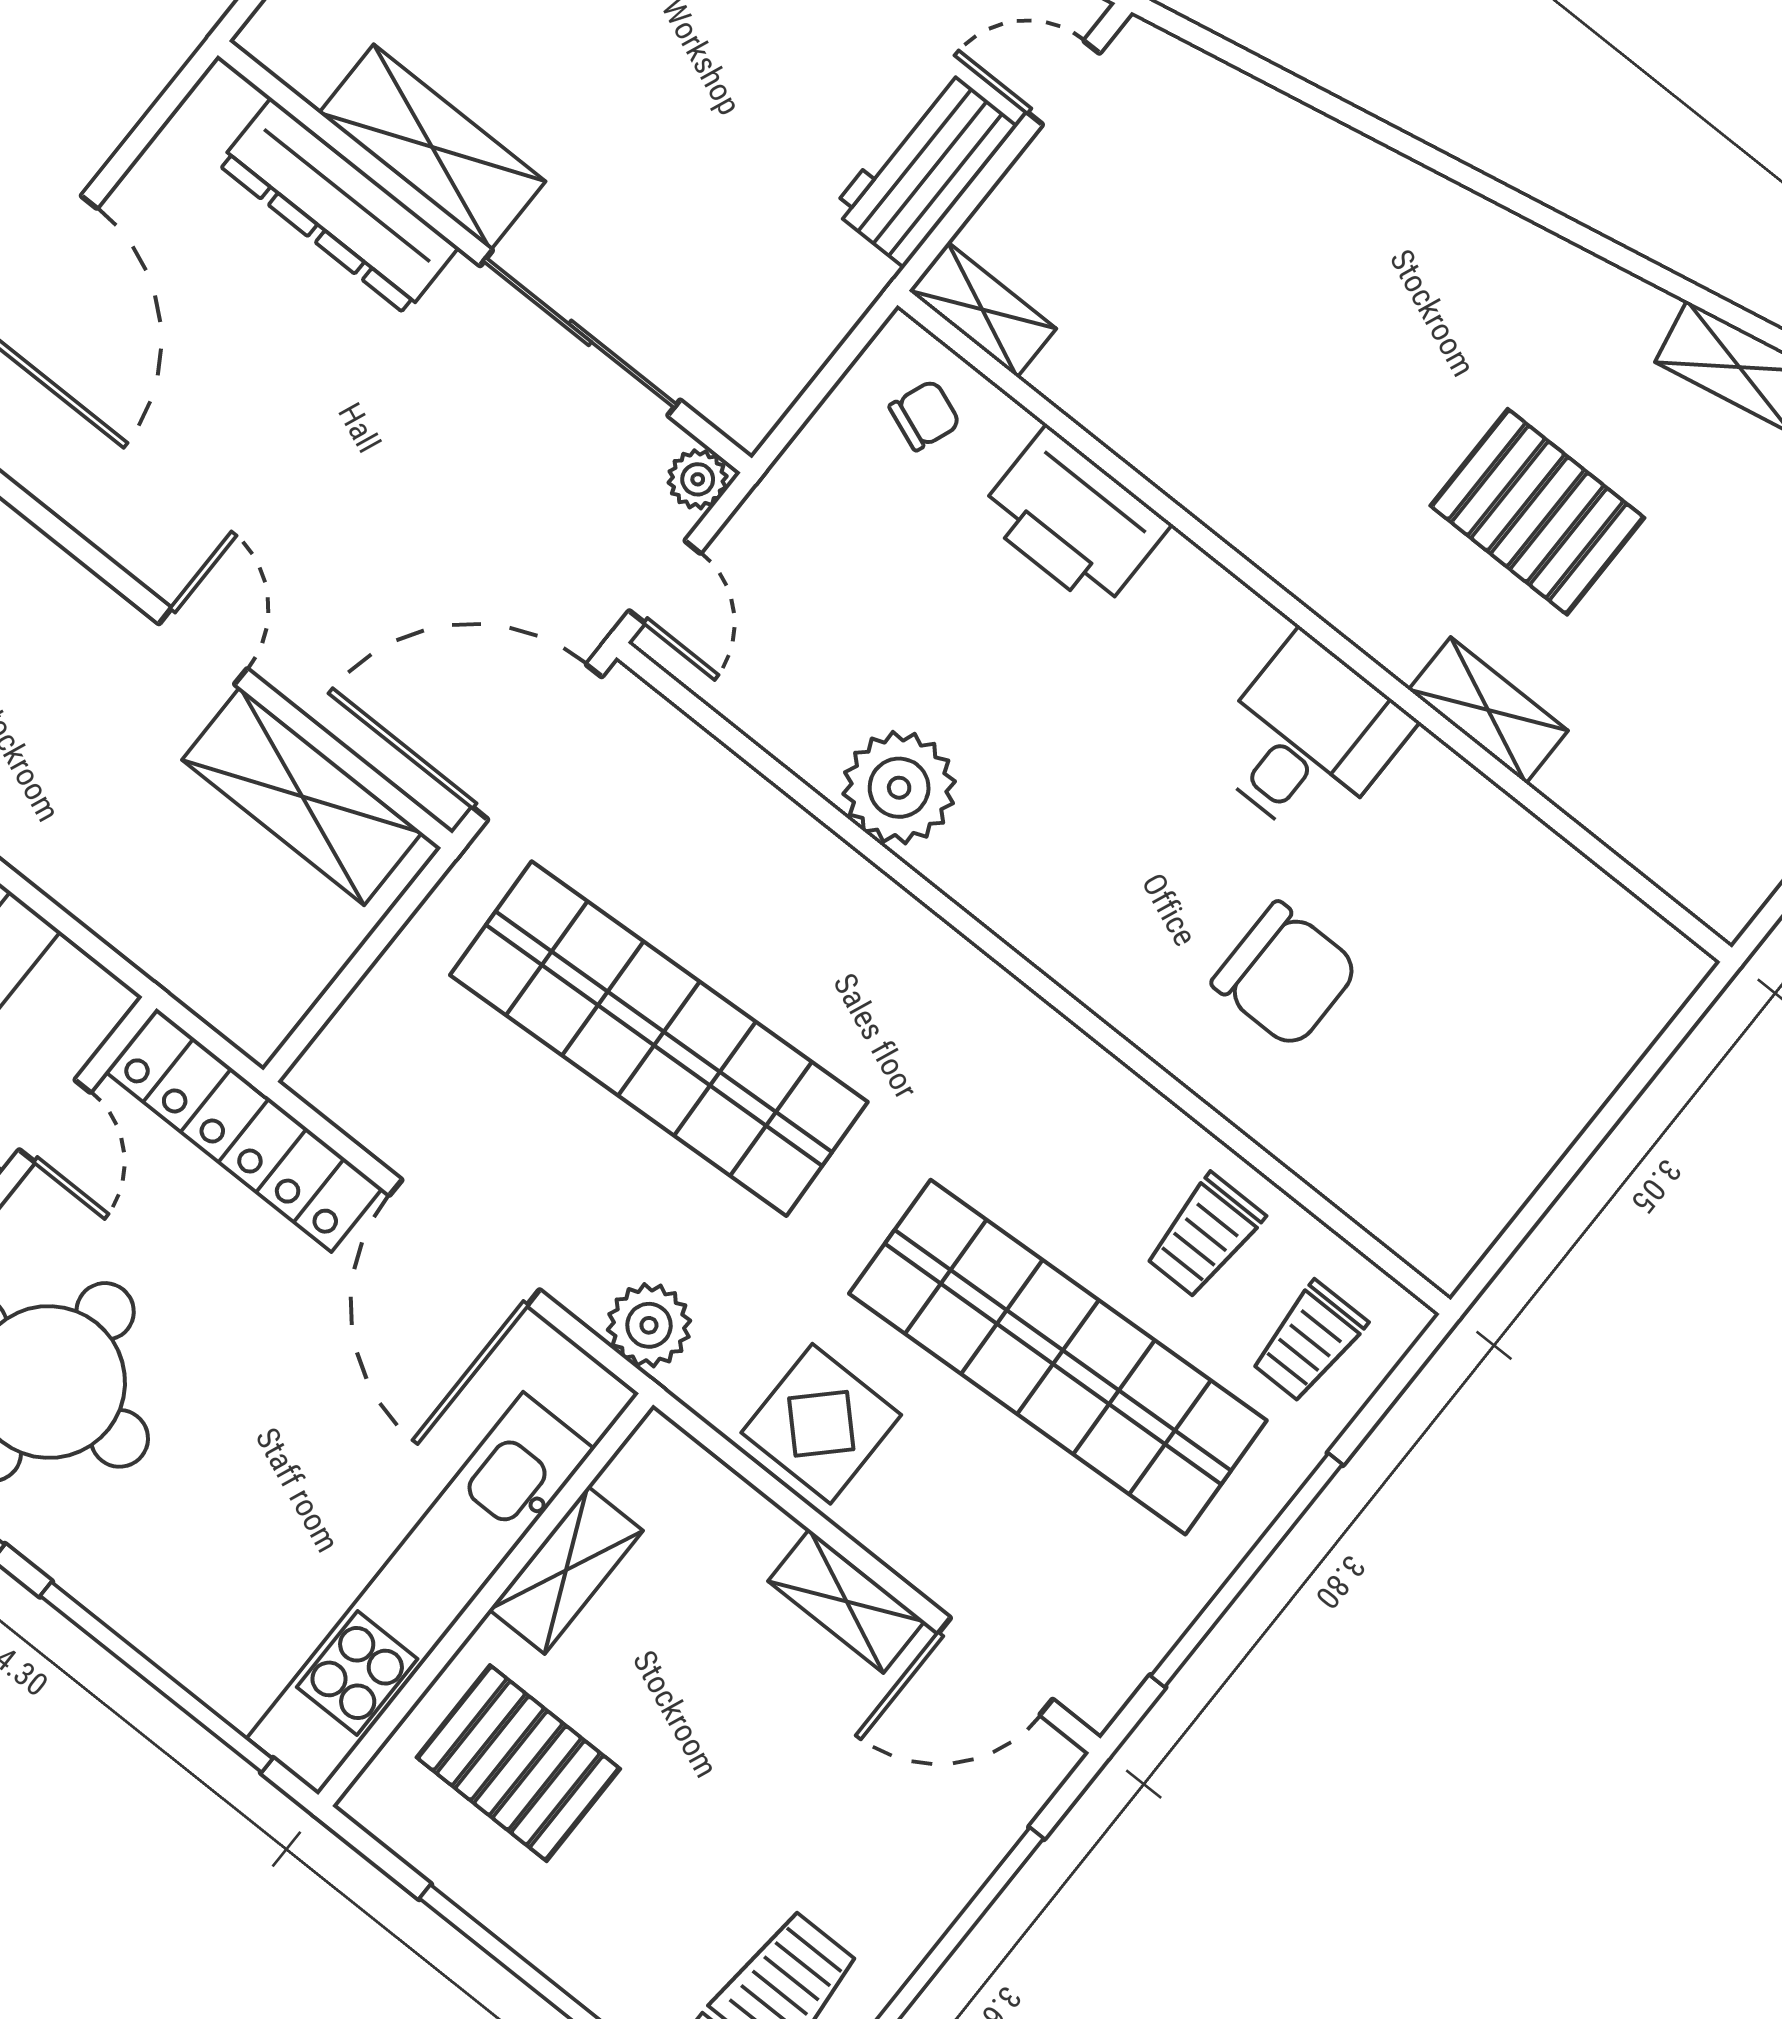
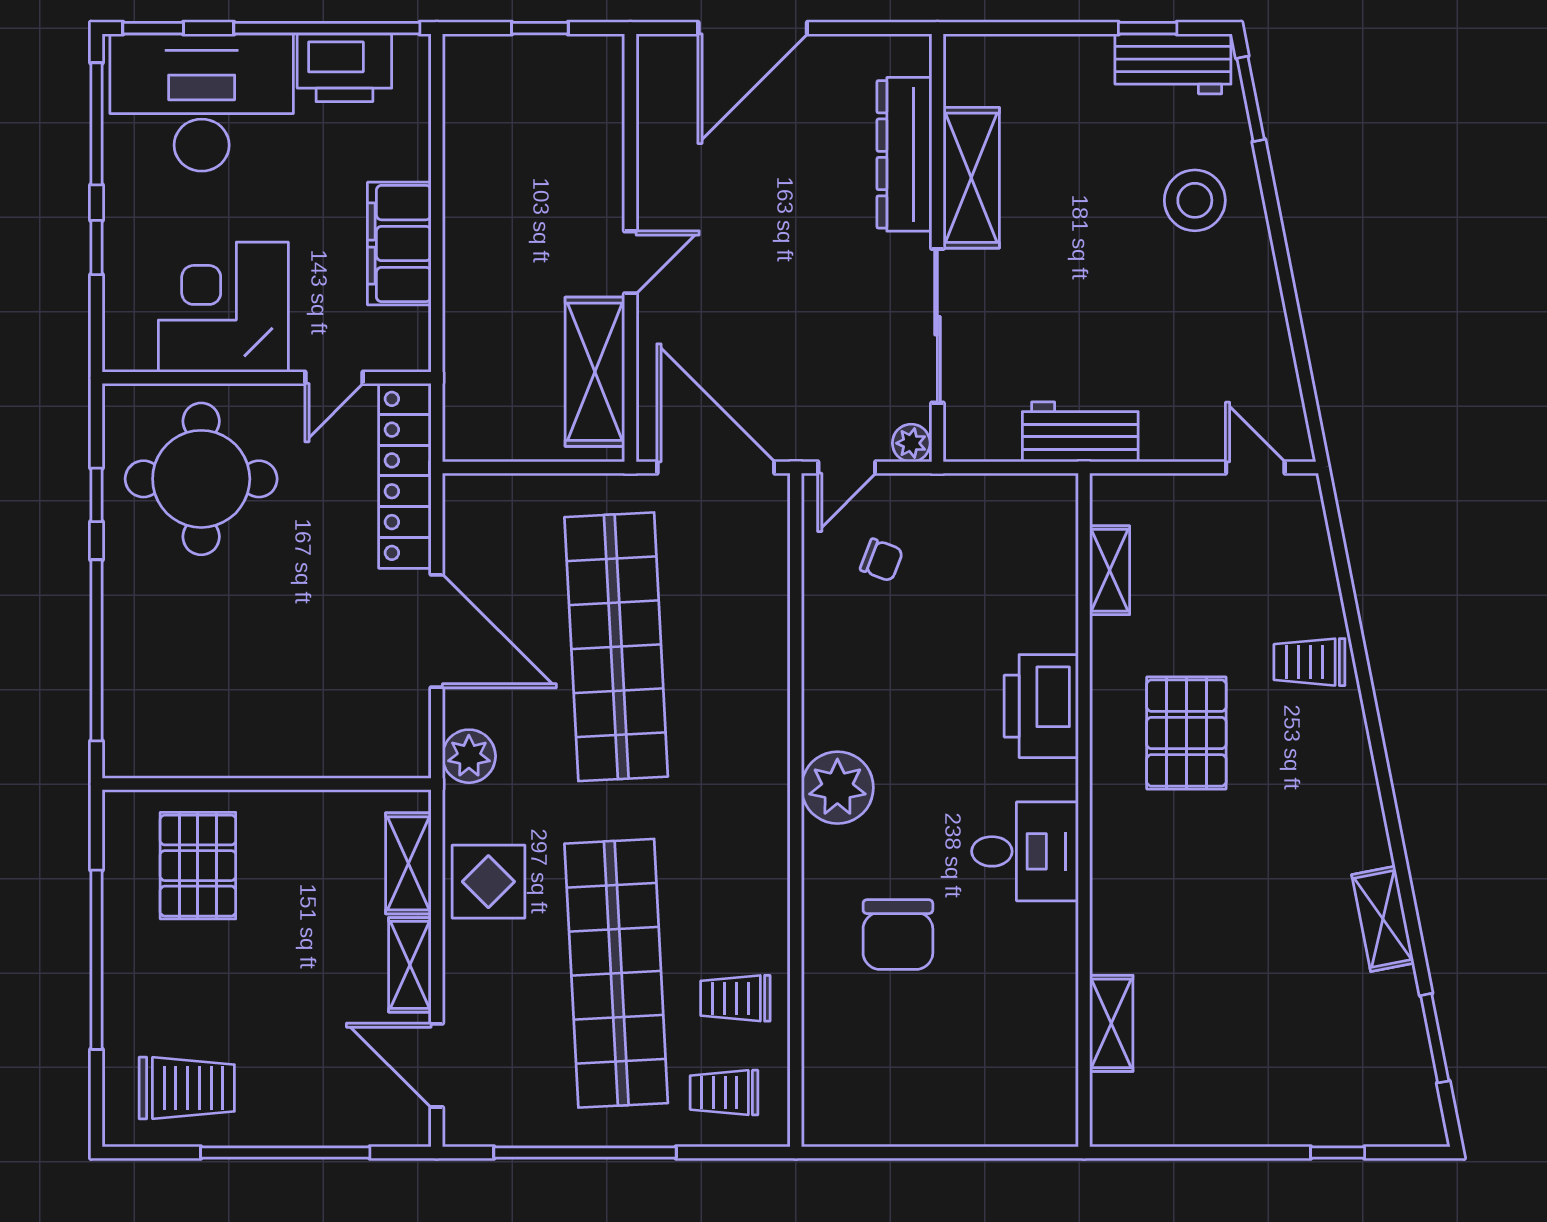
workbench: (924, 168) -> (1080, 432), moved
trolley: (1354, 206) -> (1309, 662), added
shelving: (982, 310) -> (1110, 570), moved
chair: (925, 415) -> (882, 560), moved
pallet: (1537, 512) -> (1186, 733), moved
printer: (1073, 519) -> (1041, 706), moved
shelving: (1488, 710) -> (1111, 1023), moved
plant: (899, 788) -> (837, 788), moved
door: (465, 1243) -> (437, 631), swing flipped
shelving: (566, 1570) -> (408, 863), moved, turned 90
kitchen unit: (421, 1593) -> (244, 749), removed

